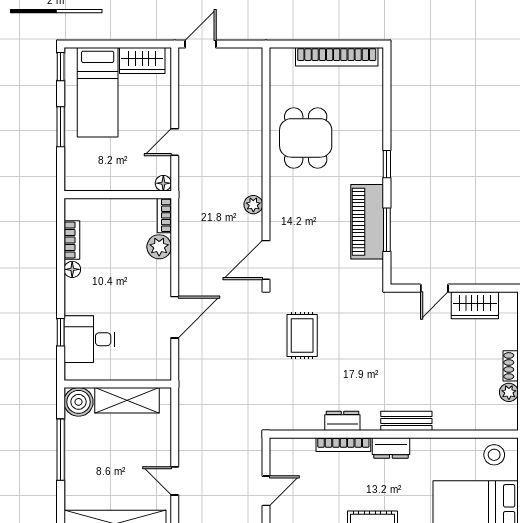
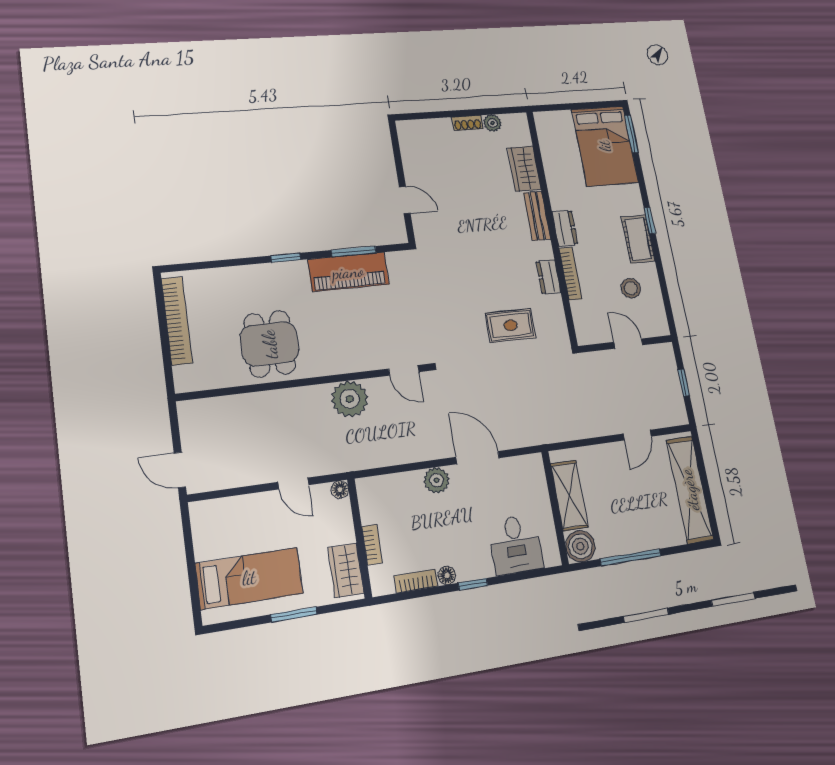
wardrobe: (142, 61) -> (346, 570), moved, turned 180
window: (61, 67) -> (225, 626), removed
dining table: (306, 138) -> (270, 344), turned 90
plant: (253, 205) -> (350, 399), width x1.88, depth x1.88
bookcase: (164, 215) -> (372, 545), moved, turned -90
plant: (159, 247) -> (437, 480), moved
door: (266, 260) -> (404, 370), width x0.73
wardrobe: (475, 305) -> (524, 169), moved, turned 180
window: (61, 332) -> (473, 584), moved
rug: (302, 335) -> (511, 325), moved
stool: (494, 455) -> (631, 288), moved

